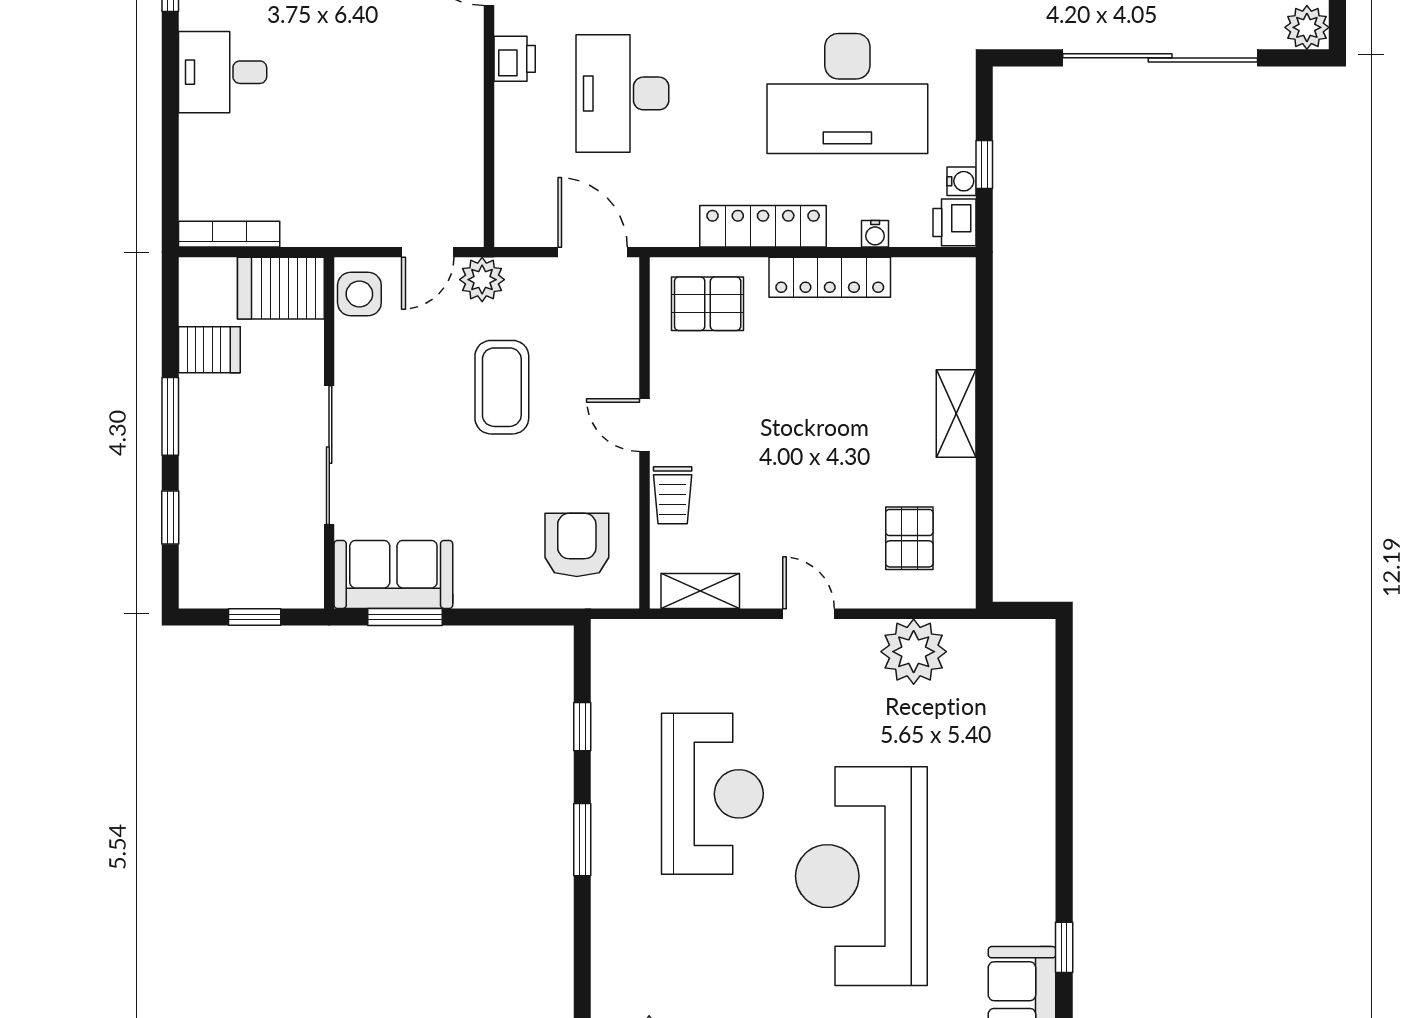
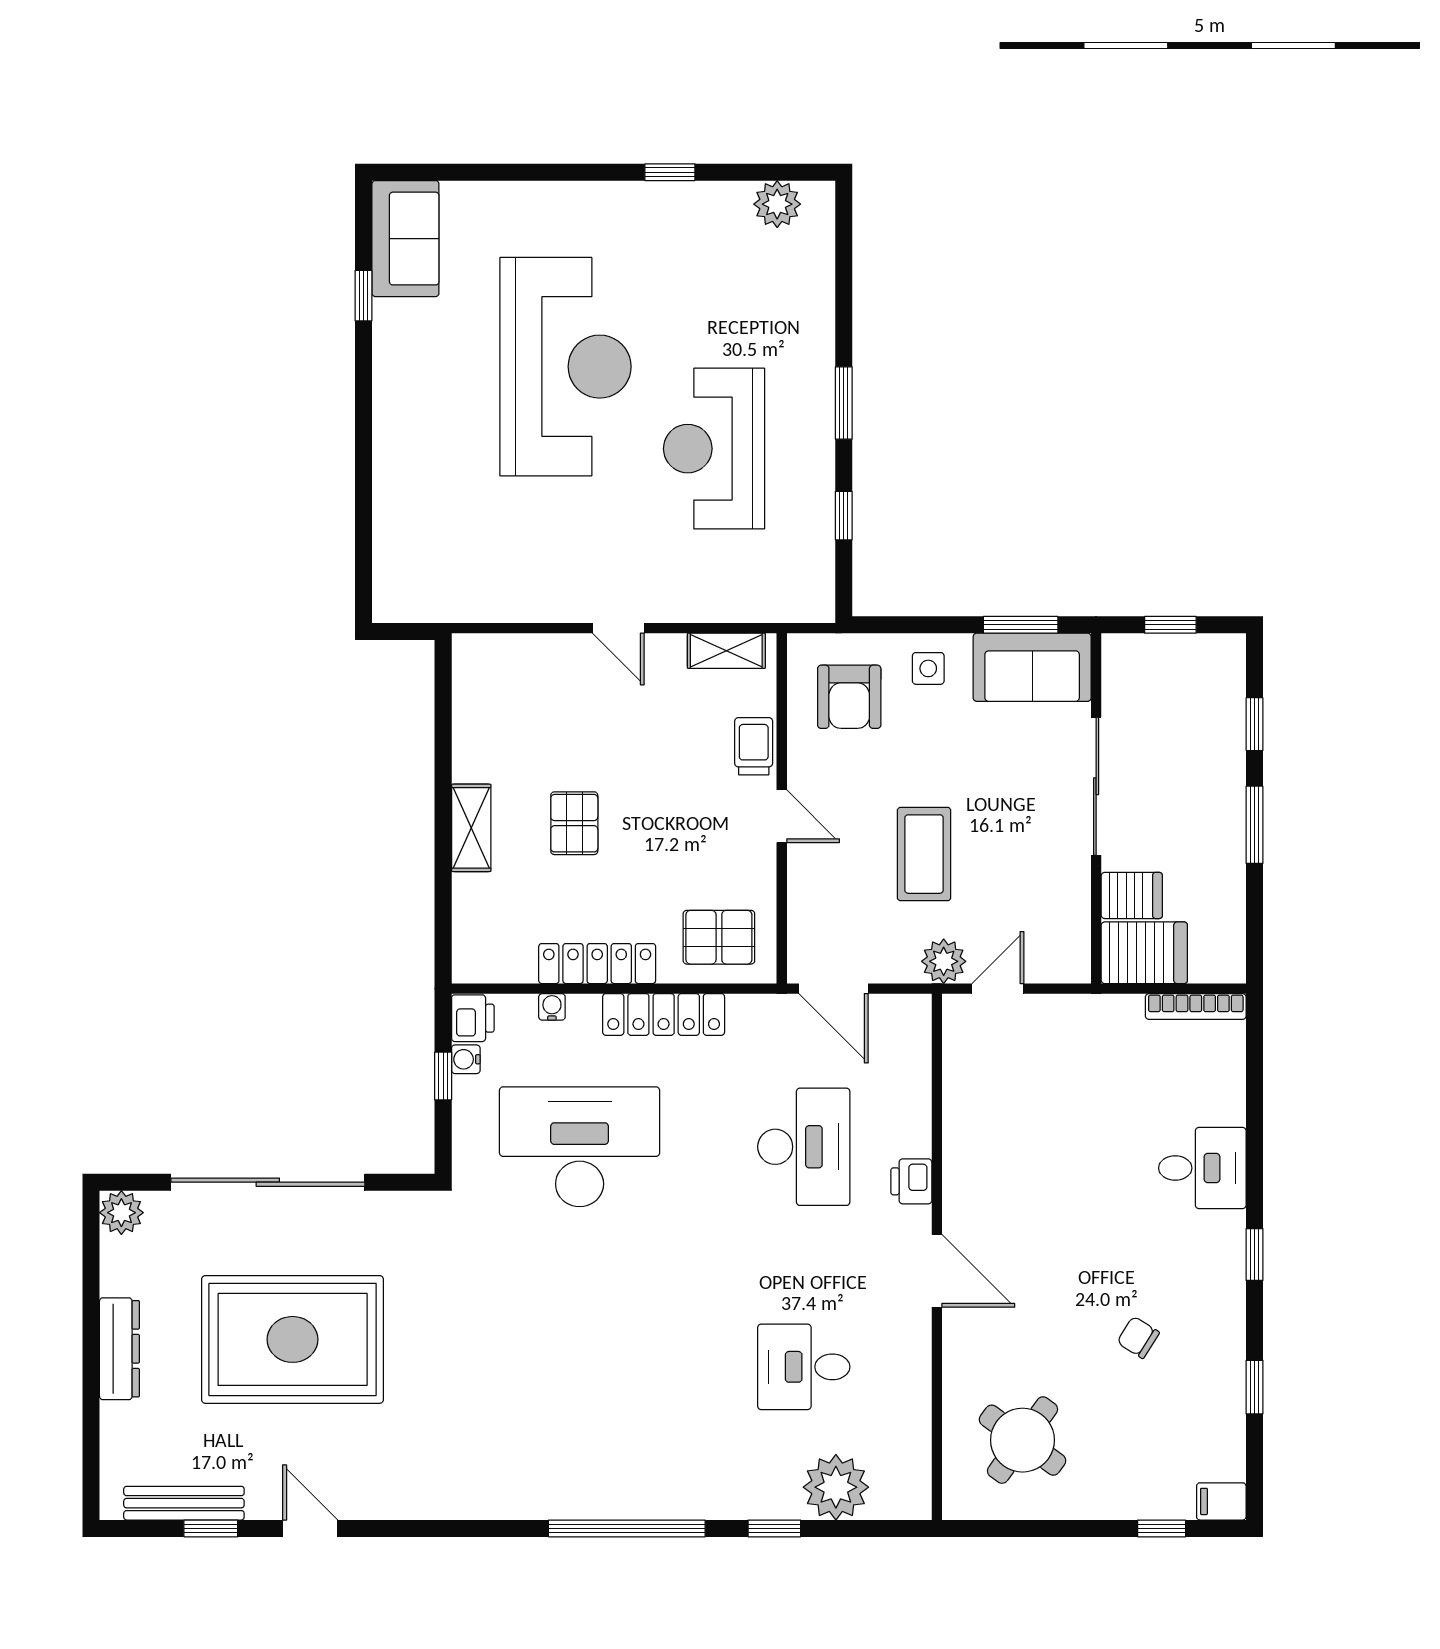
side table: (359, 294) -> (928, 668), moved, width x0.73, depth x0.73
server rack: (209, 350) -> (1132, 895), moved, turned 180
pallet: (909, 538) -> (574, 823), moved
plant: (914, 652) -> (514, 590), removed

